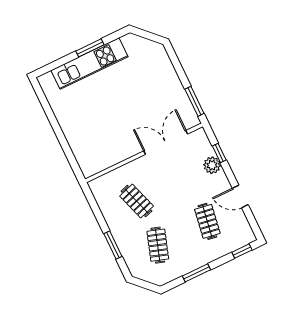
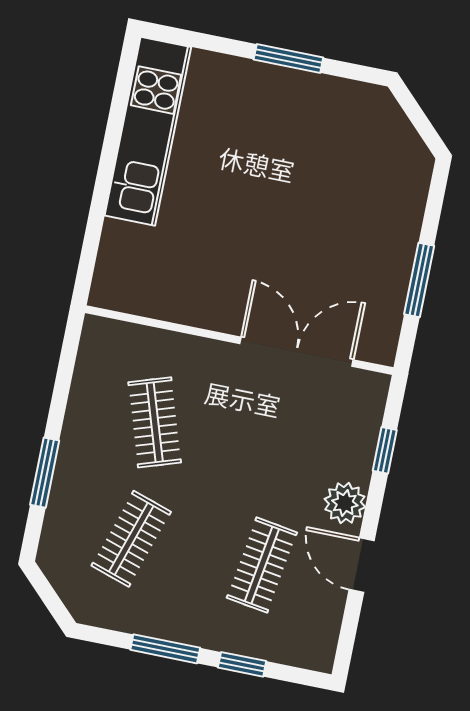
kitchen unit: (90, 64) -> (148, 131), moved, turned -90
window: (194, 101) -> (419, 280), moved
plant: (212, 165) -> (345, 503), moved
window: (242, 251) -> (242, 664), moved

